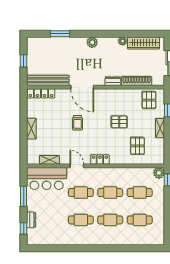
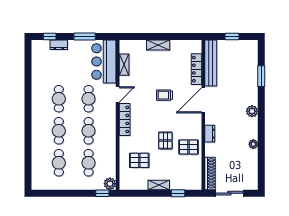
wardrobe: (144, 43) -> (251, 167), removed
shoe rack: (137, 81) -> (210, 173), moved
locker: (41, 93) -> (196, 69), moved
pallet: (149, 100) -> (188, 147), moved
locker: (100, 159) -> (125, 119), width x1.53

